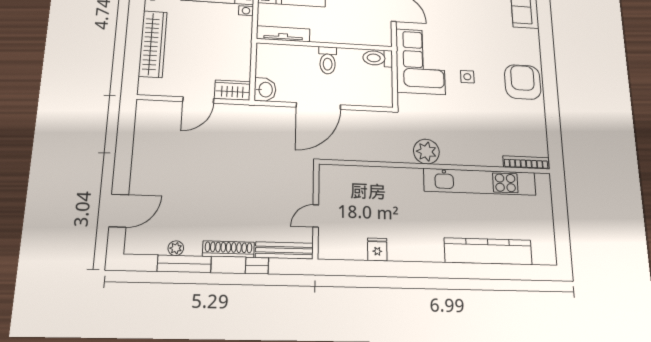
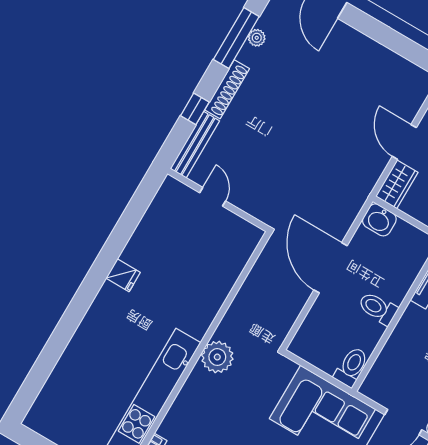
fridge: (377, 249) -> (123, 275), moved
kitchen counter: (488, 251) -> (76, 358), removed

